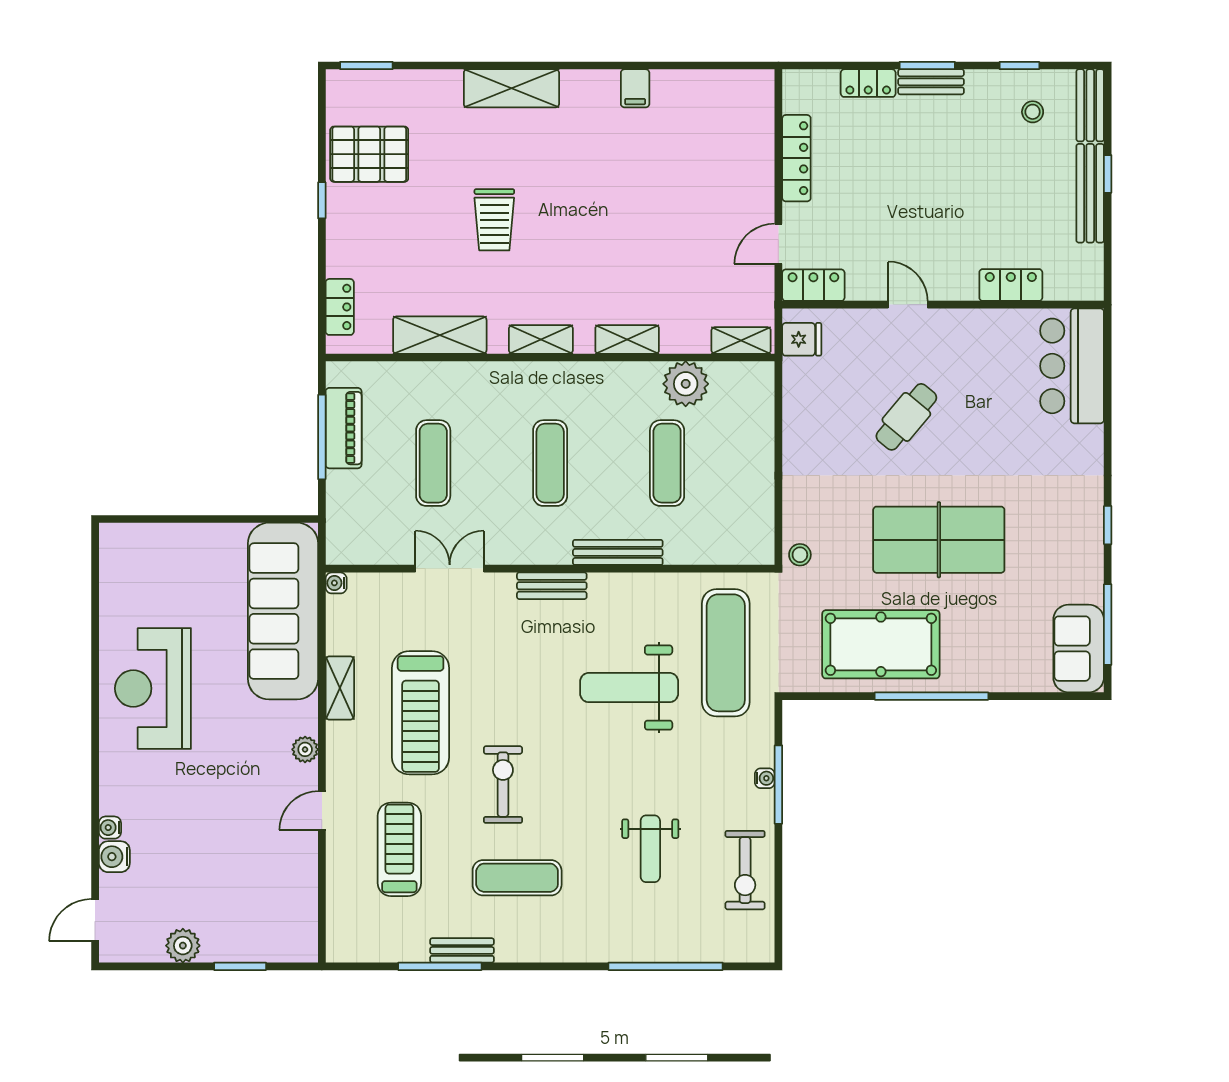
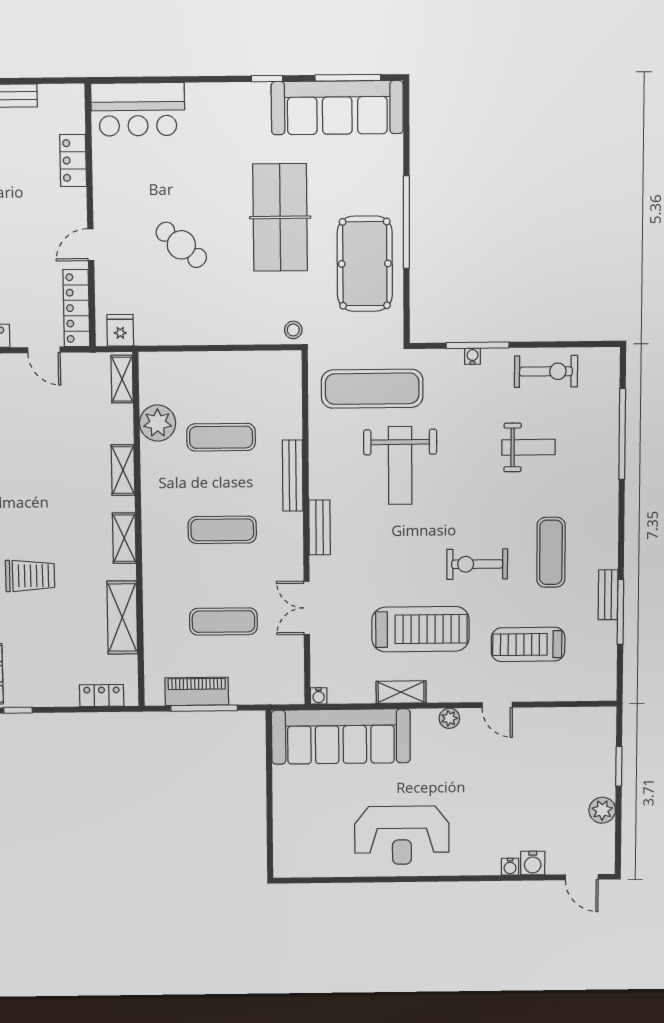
locker: (813, 285) -> (76, 308), width x1.53
sofa: (1079, 649) -> (337, 108), width x1.85, depth x1.27

